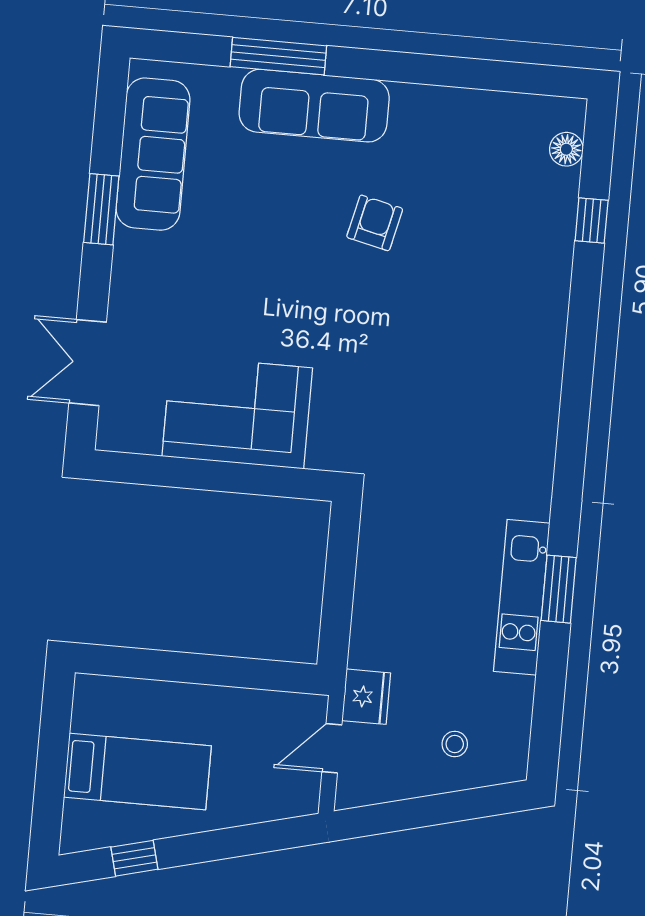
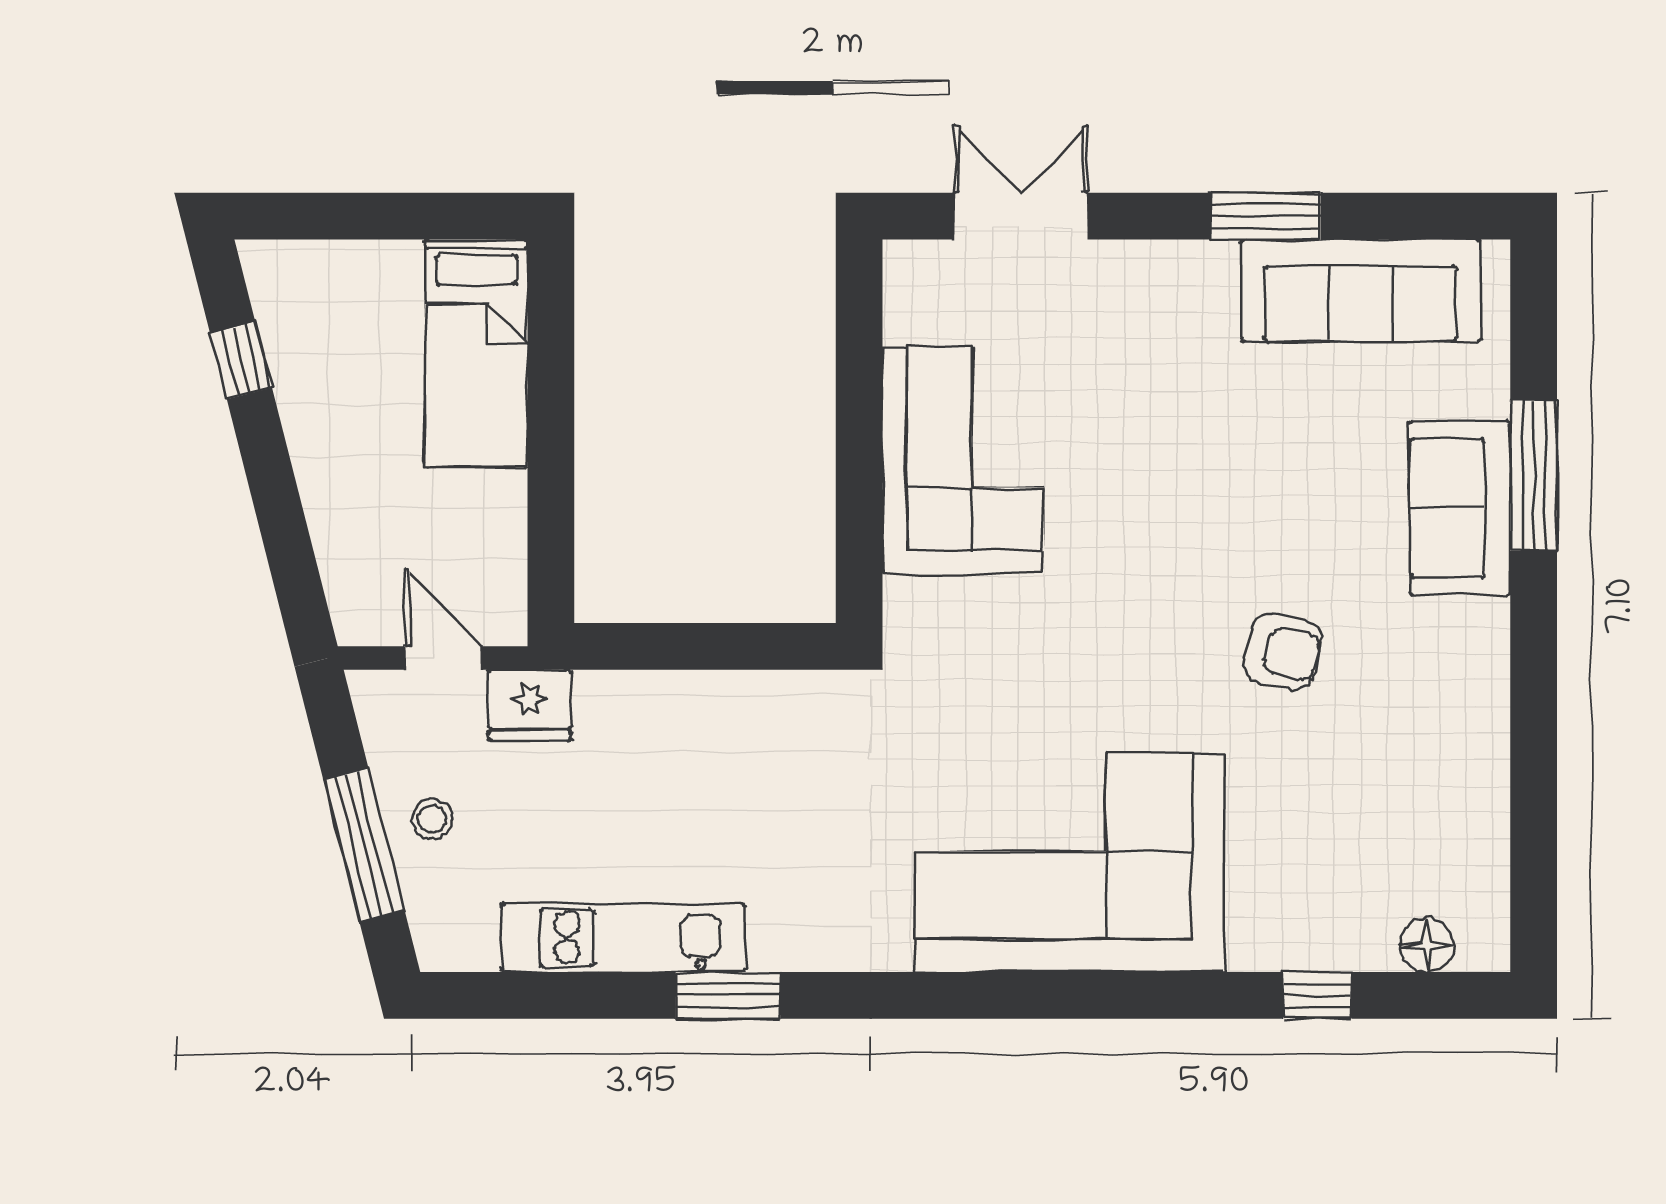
sofa: (314, 106) -> (1460, 508), width x0.73
corner sofa: (495, 368) -> (1069, 862), added
kitchen unit: (522, 597) -> (623, 938), moved
stool: (455, 744) -> (432, 819), moved
bed: (137, 771) -> (476, 353), moved
window: (444, 808) -> (364, 845), added

